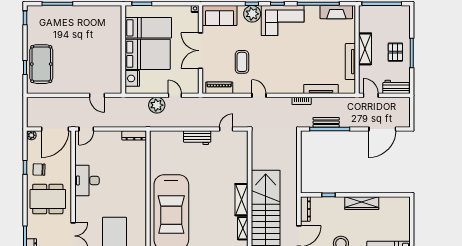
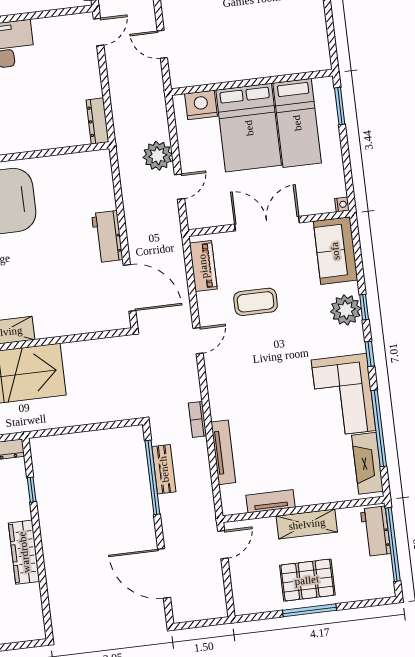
corner sofa: (283, 21) -> (344, 395), moved
pallet: (395, 52) -> (307, 580), width x1.50, depth x1.42
tv unit: (350, 62) -> (271, 501), width x0.71
workbench: (396, 87) -> (376, 531), moved, turned 180
door: (97, 95) -> (162, 44), hinge flipped
door: (86, 129) -> (99, 32), swing flipped
door: (226, 129) -> (130, 288), width x1.88

